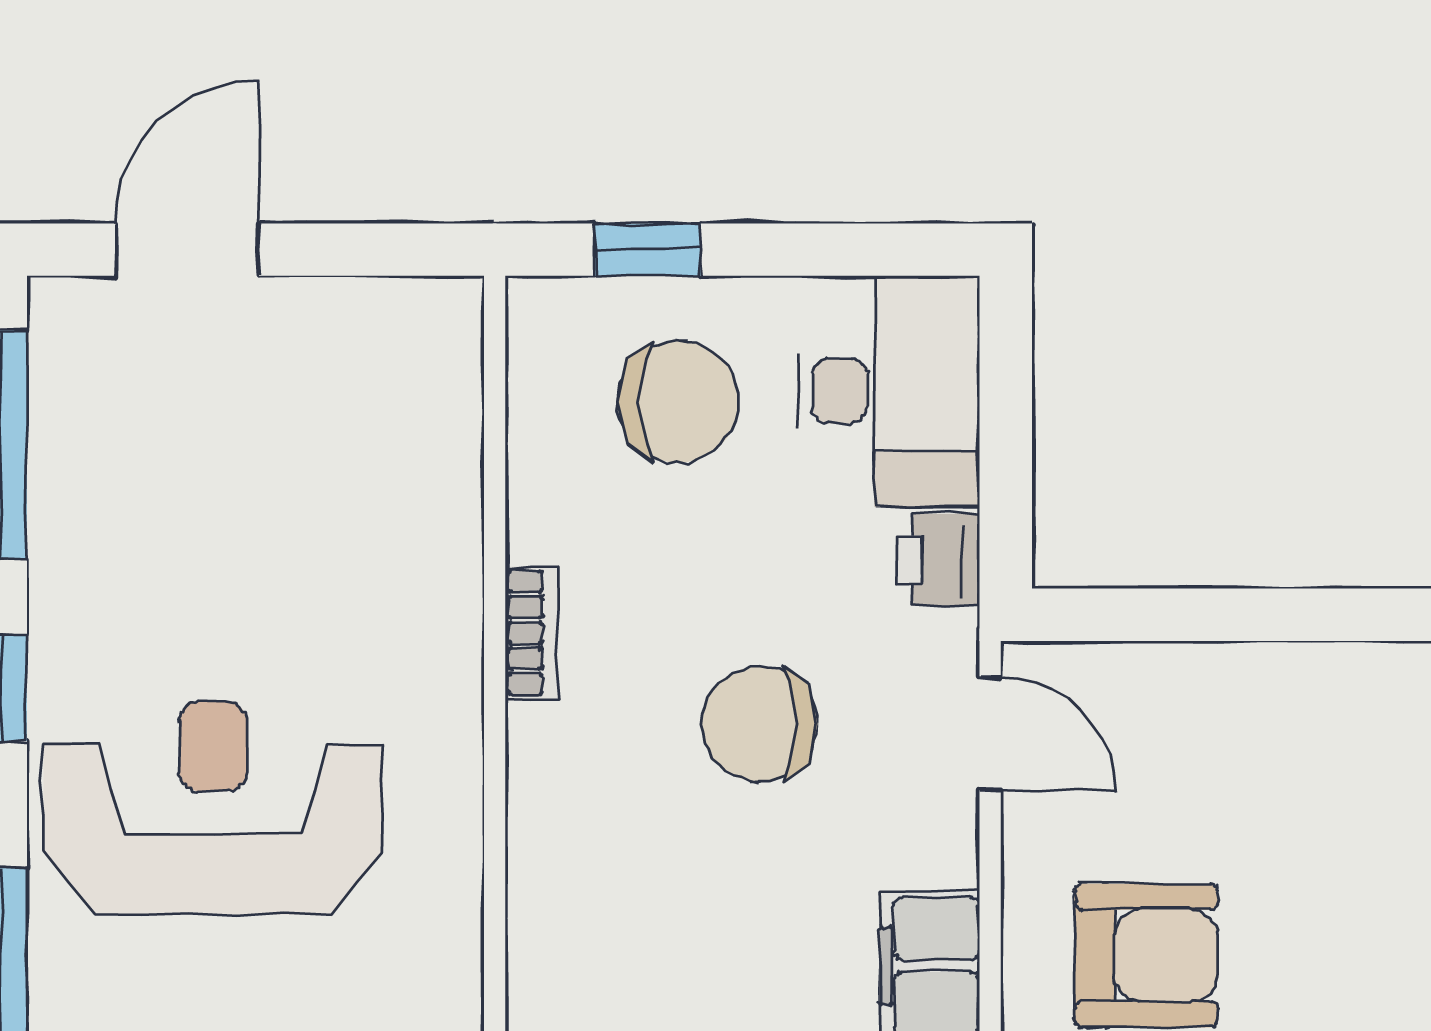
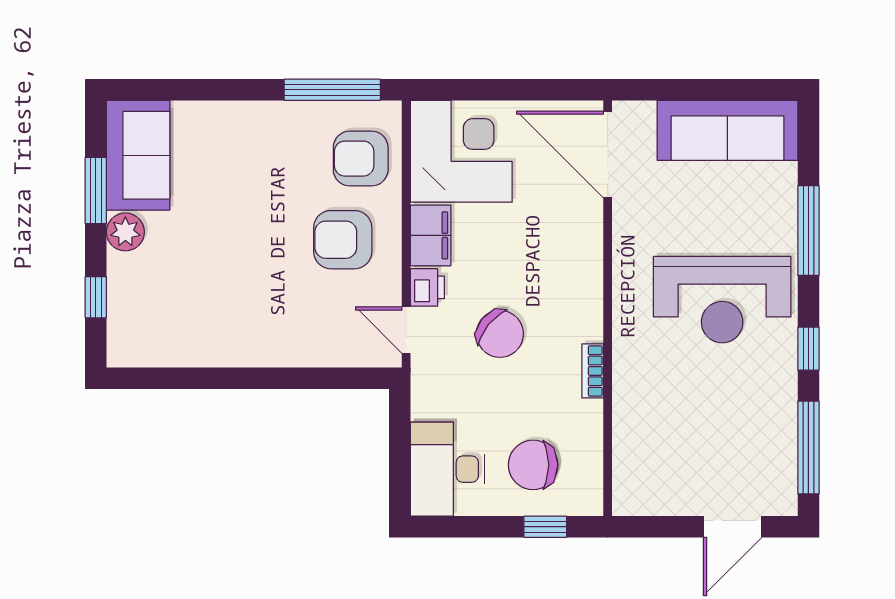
printer: (938, 560) -> (427, 287), moved
chair: (760, 724) -> (500, 334), turned 39

